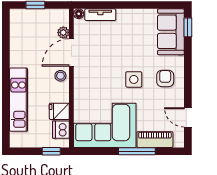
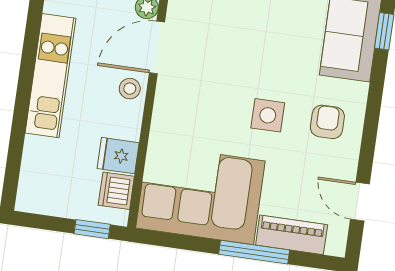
kitchen unit: (18, 100) -> (51, 76), moved

